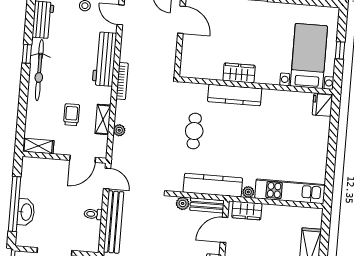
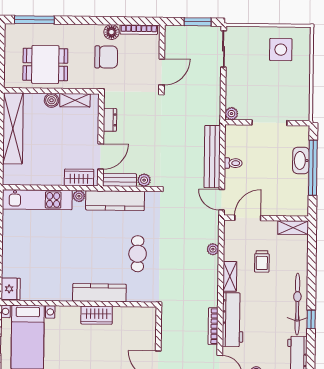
bookcase: (122, 81) -> (213, 326), moved
shelving: (103, 119) -> (230, 276), moved

